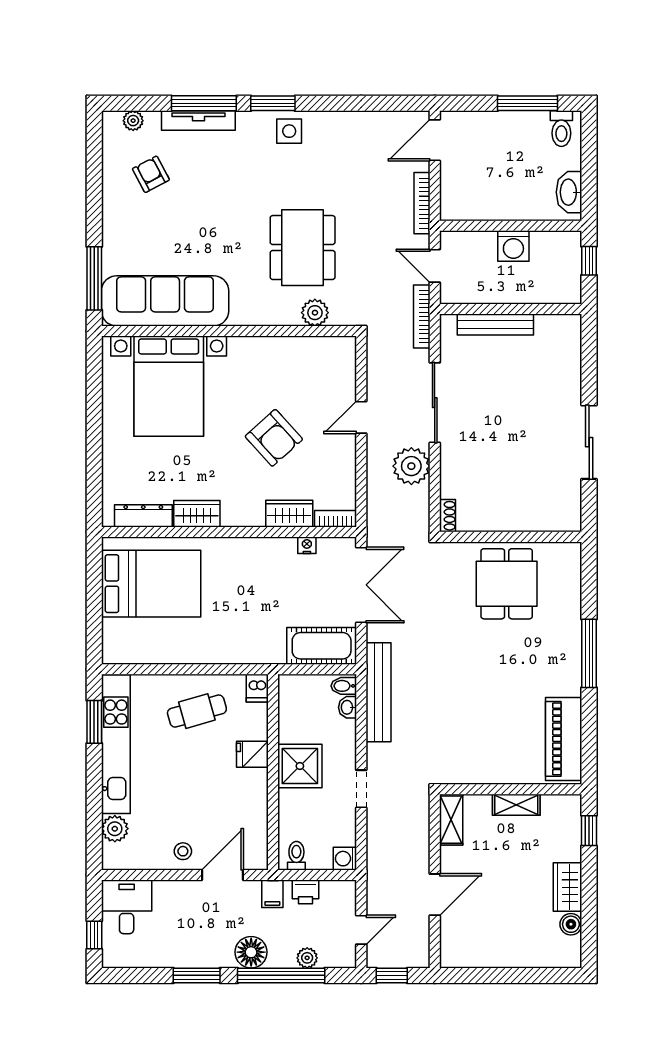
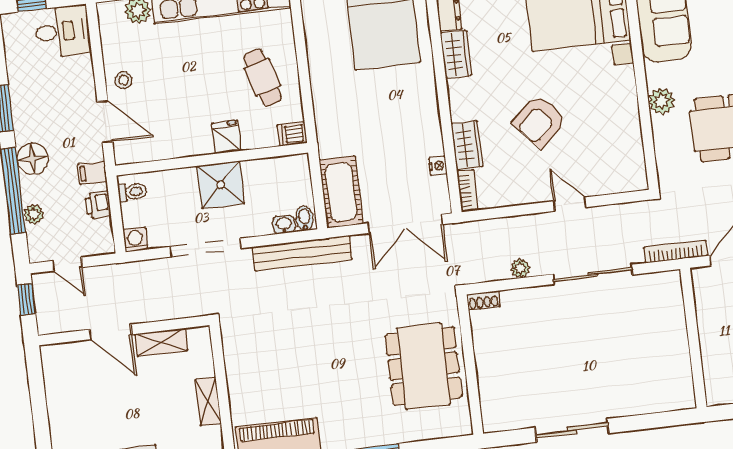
plant: (315, 313) -> (661, 101), moved
bench: (495, 325) -> (676, 325), removed
plant: (411, 466) -> (520, 268), width x0.53, depth x0.53
dining table: (507, 584) -> (424, 366), width x1.38
doorway: (361, 789) -> (205, 248), width x1.88
shelving: (451, 820) -> (161, 342), moved

